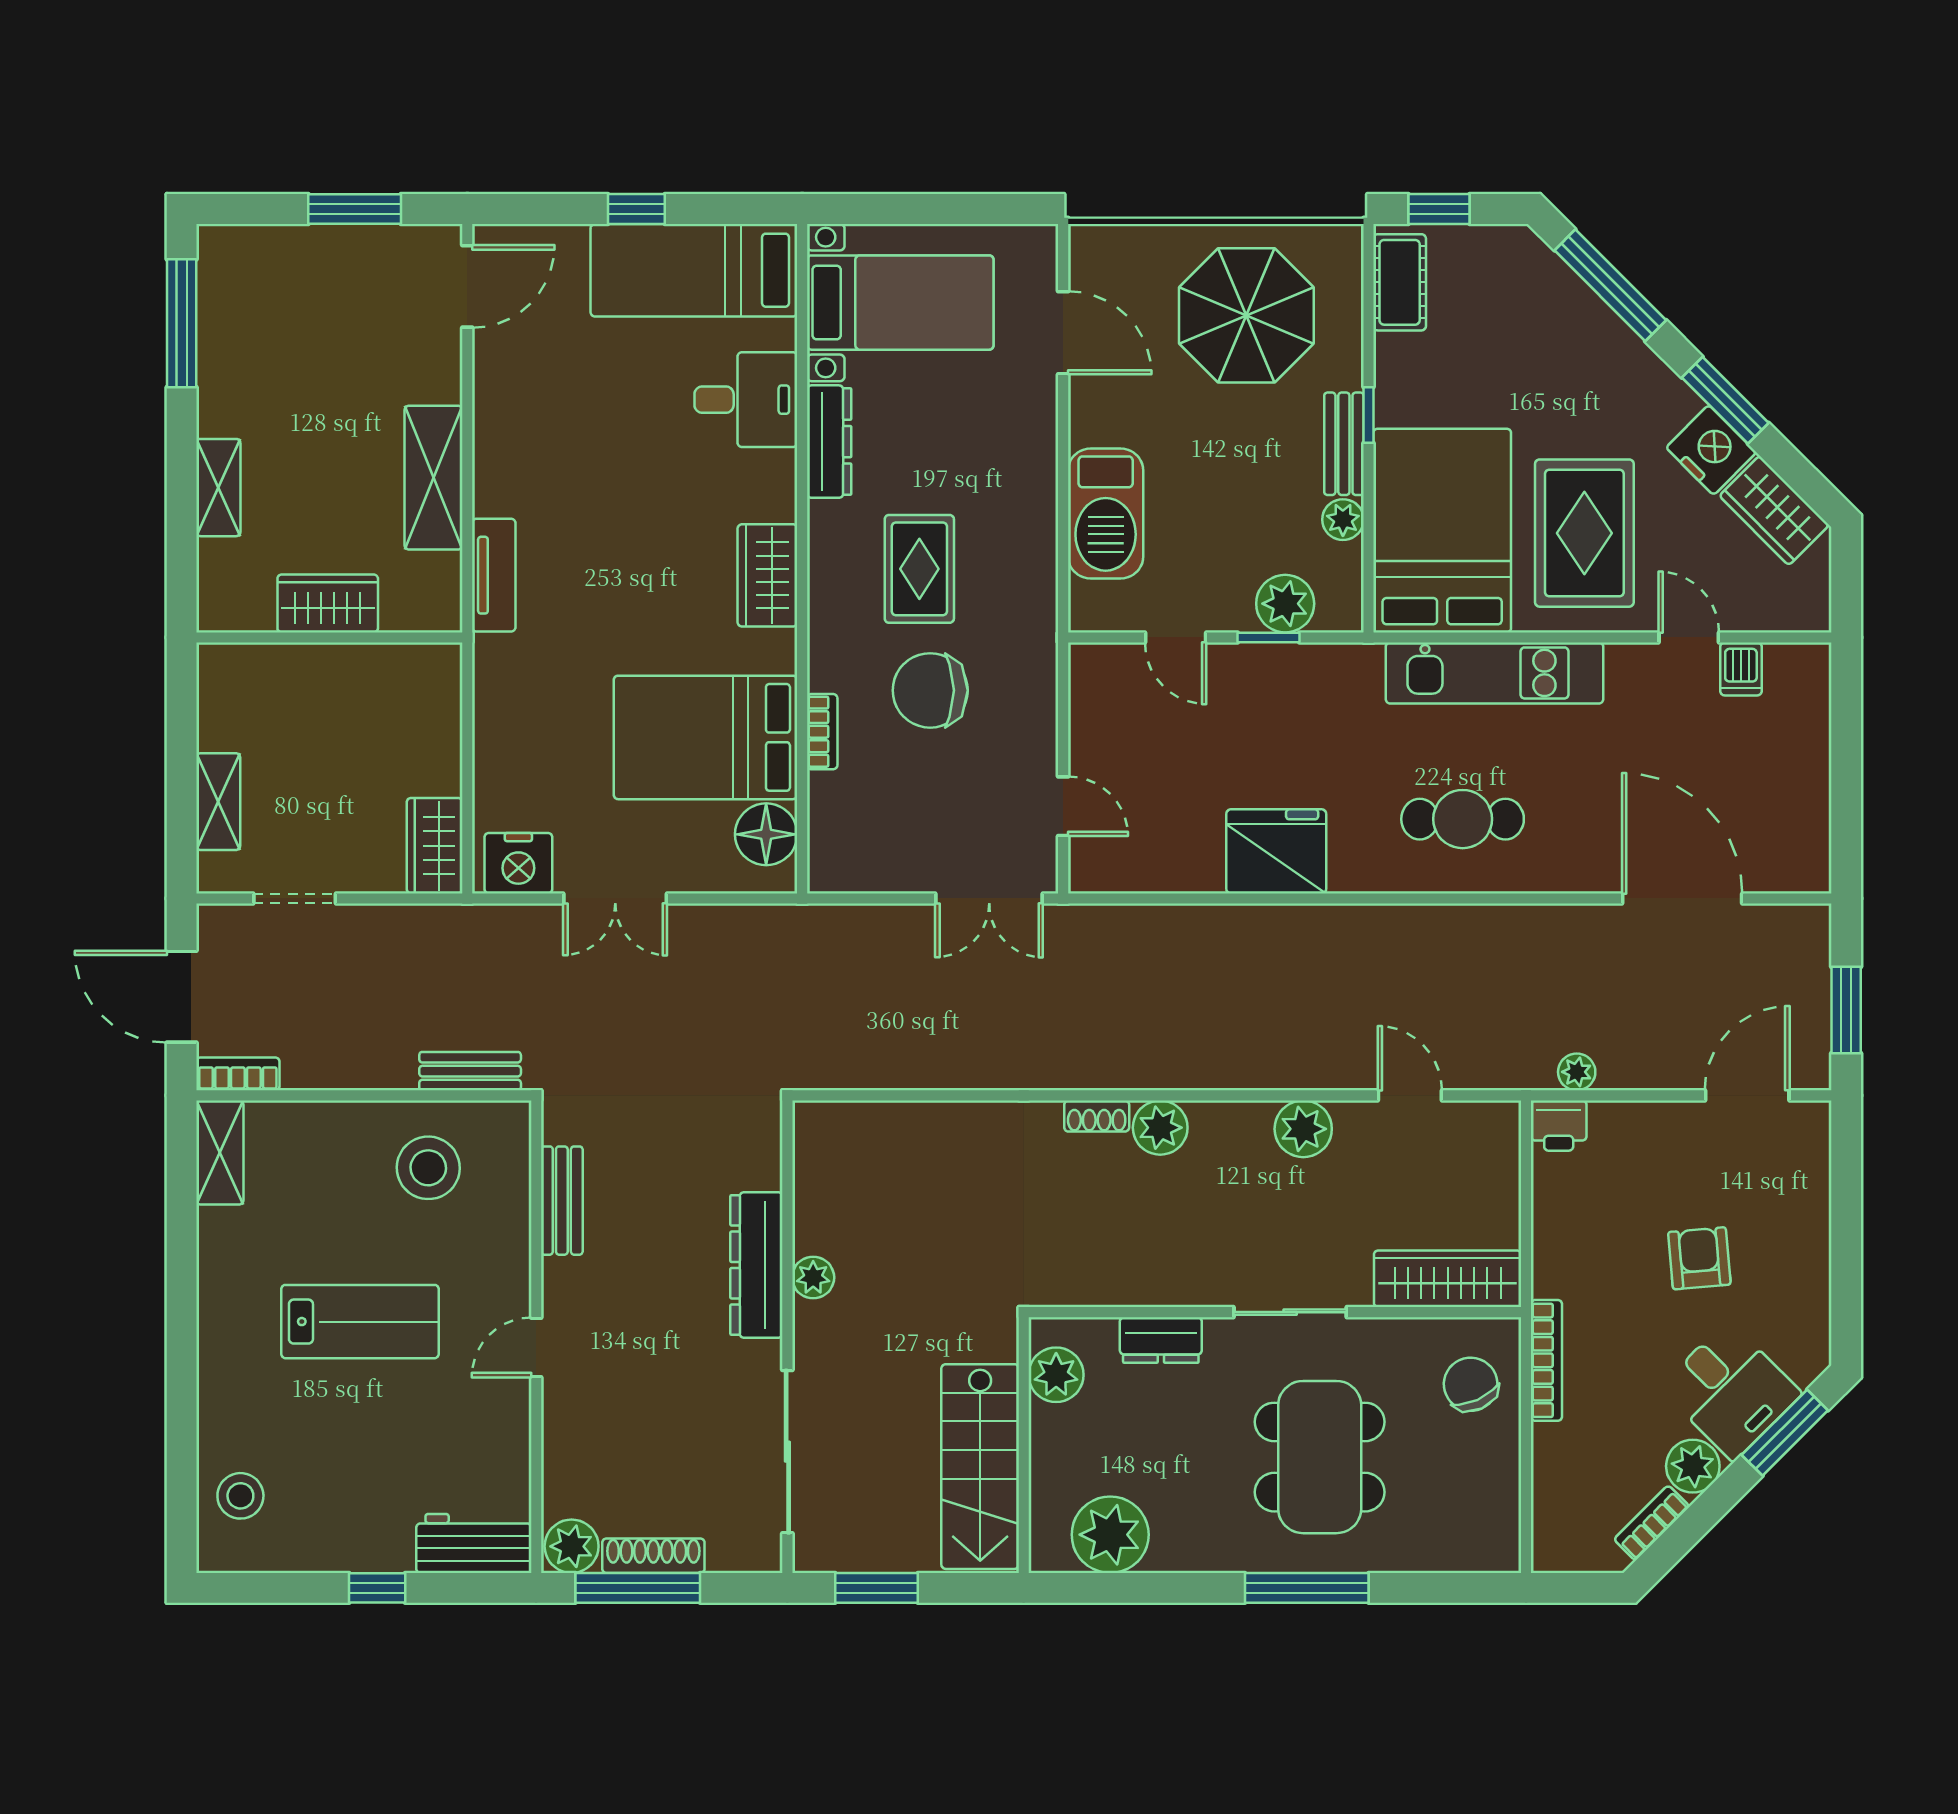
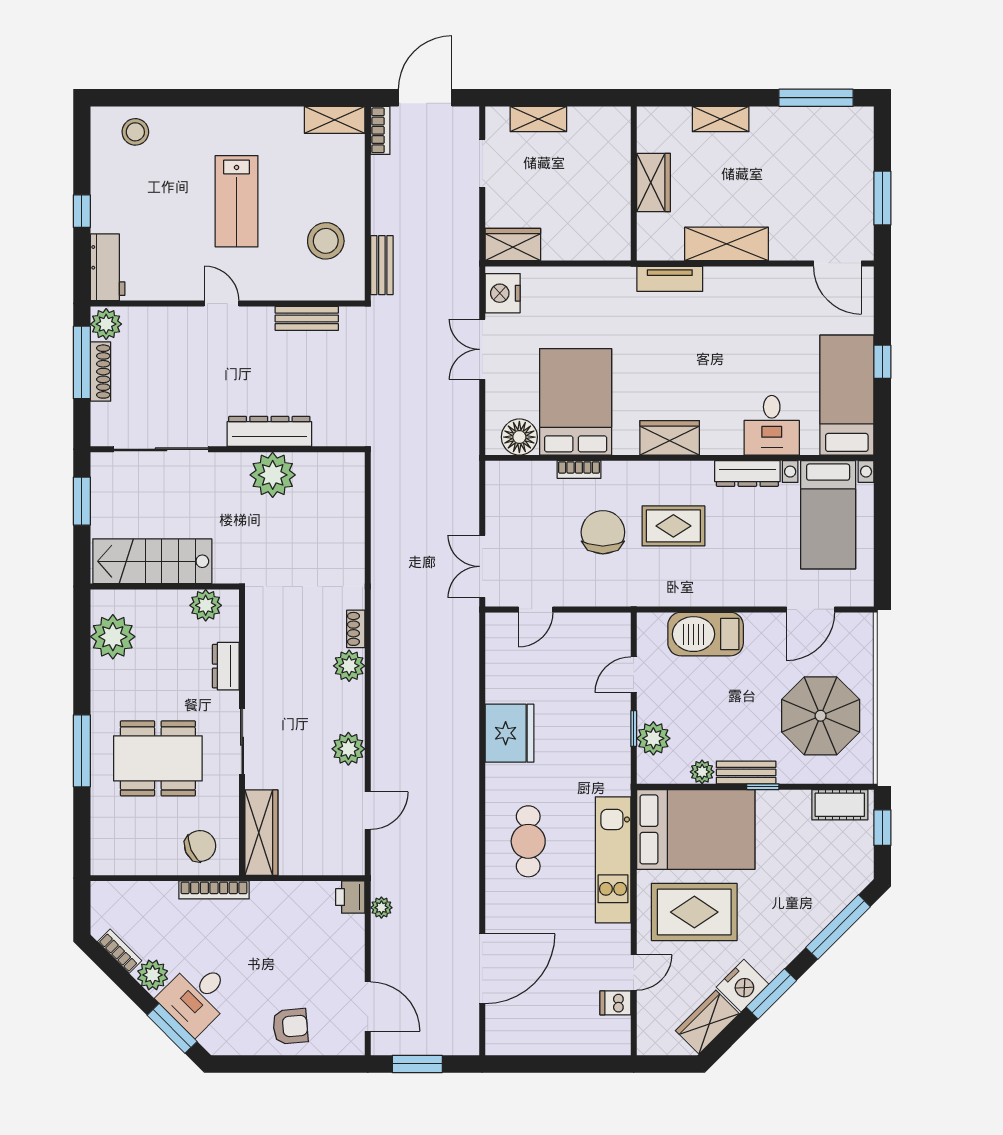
armchair: (1699, 1258) -> (290, 1026), moved
plant: (813, 1277) -> (273, 475), width x1.88, depth x1.88

